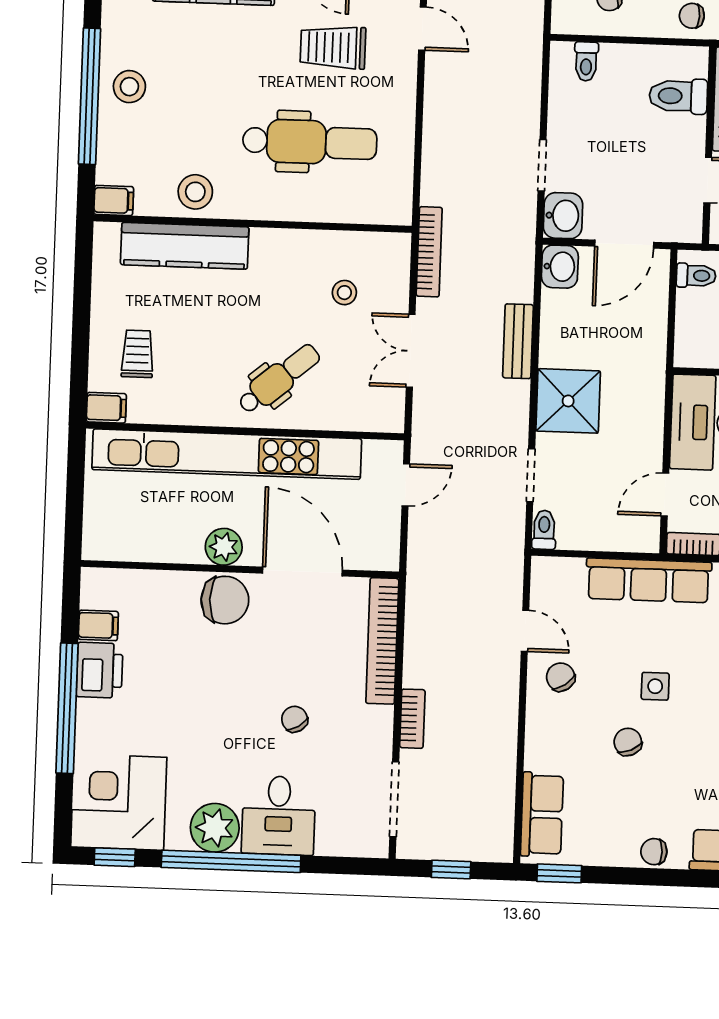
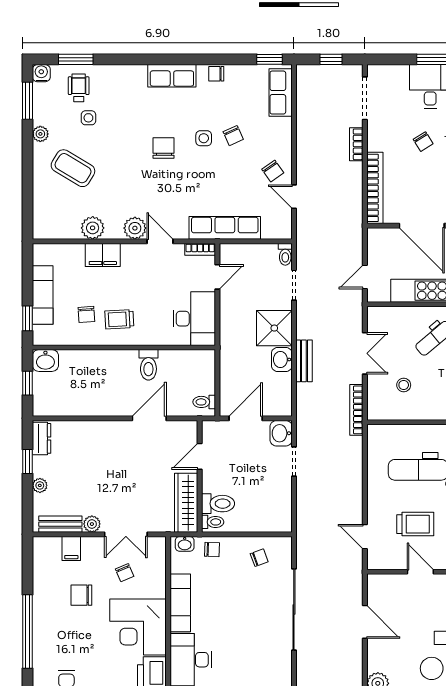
toilet: (586, 61) -> (213, 522), moved, turned 90
washbasin: (560, 267) -> (282, 359), moved
side table: (655, 686) -> (204, 138), moved
chair: (654, 852) -> (216, 74), turned 180

